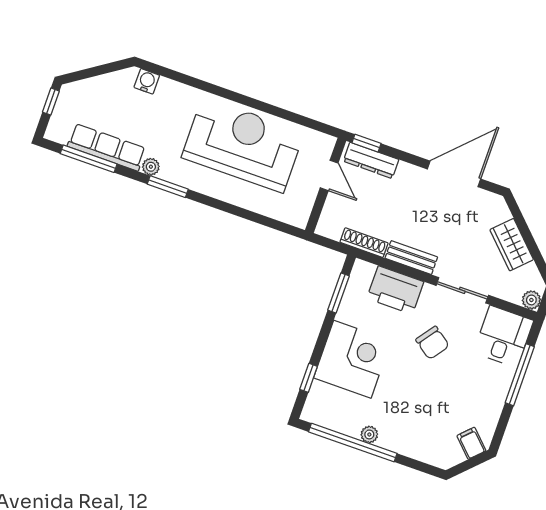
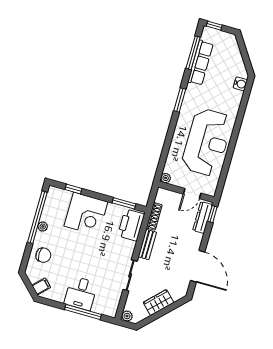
window: (51, 102) -> (214, 26), moved
plant: (151, 167) -> (166, 178), moved
printer: (395, 290) -> (131, 225), moved
desk: (503, 337) -> (81, 293), moved, turned 90
chair: (432, 343) -> (43, 255), moved, turned -126

